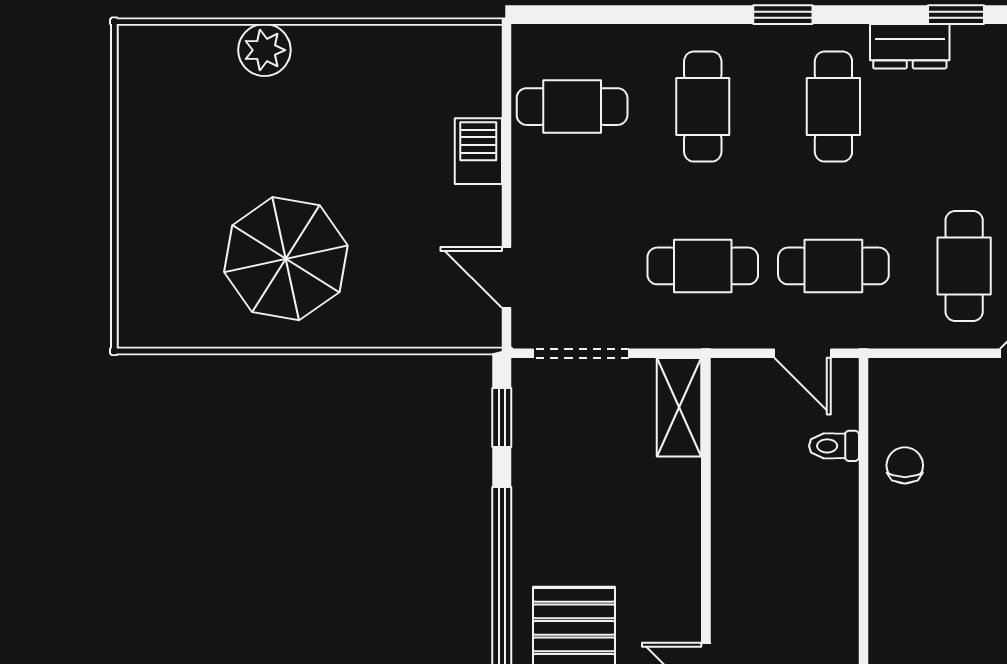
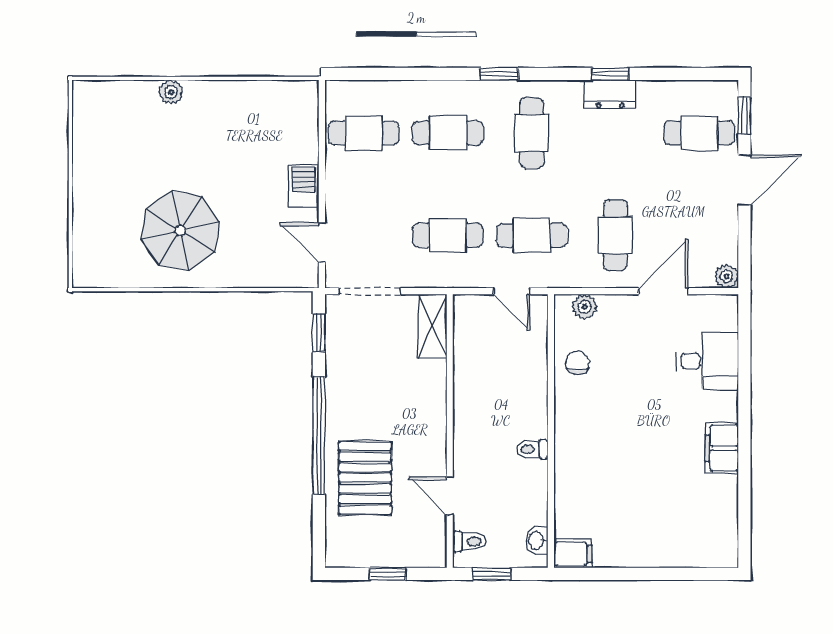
dresser: (910, 46) -> (610, 94), moved
plant: (264, 50) -> (171, 92), width x0.73, depth x0.73
cafe table: (703, 107) -> (448, 133), turned 90
barbecue: (478, 151) -> (304, 186), moved
plant: (916, 377) -> (585, 307), added
toilet: (834, 446) -> (532, 449), moved

